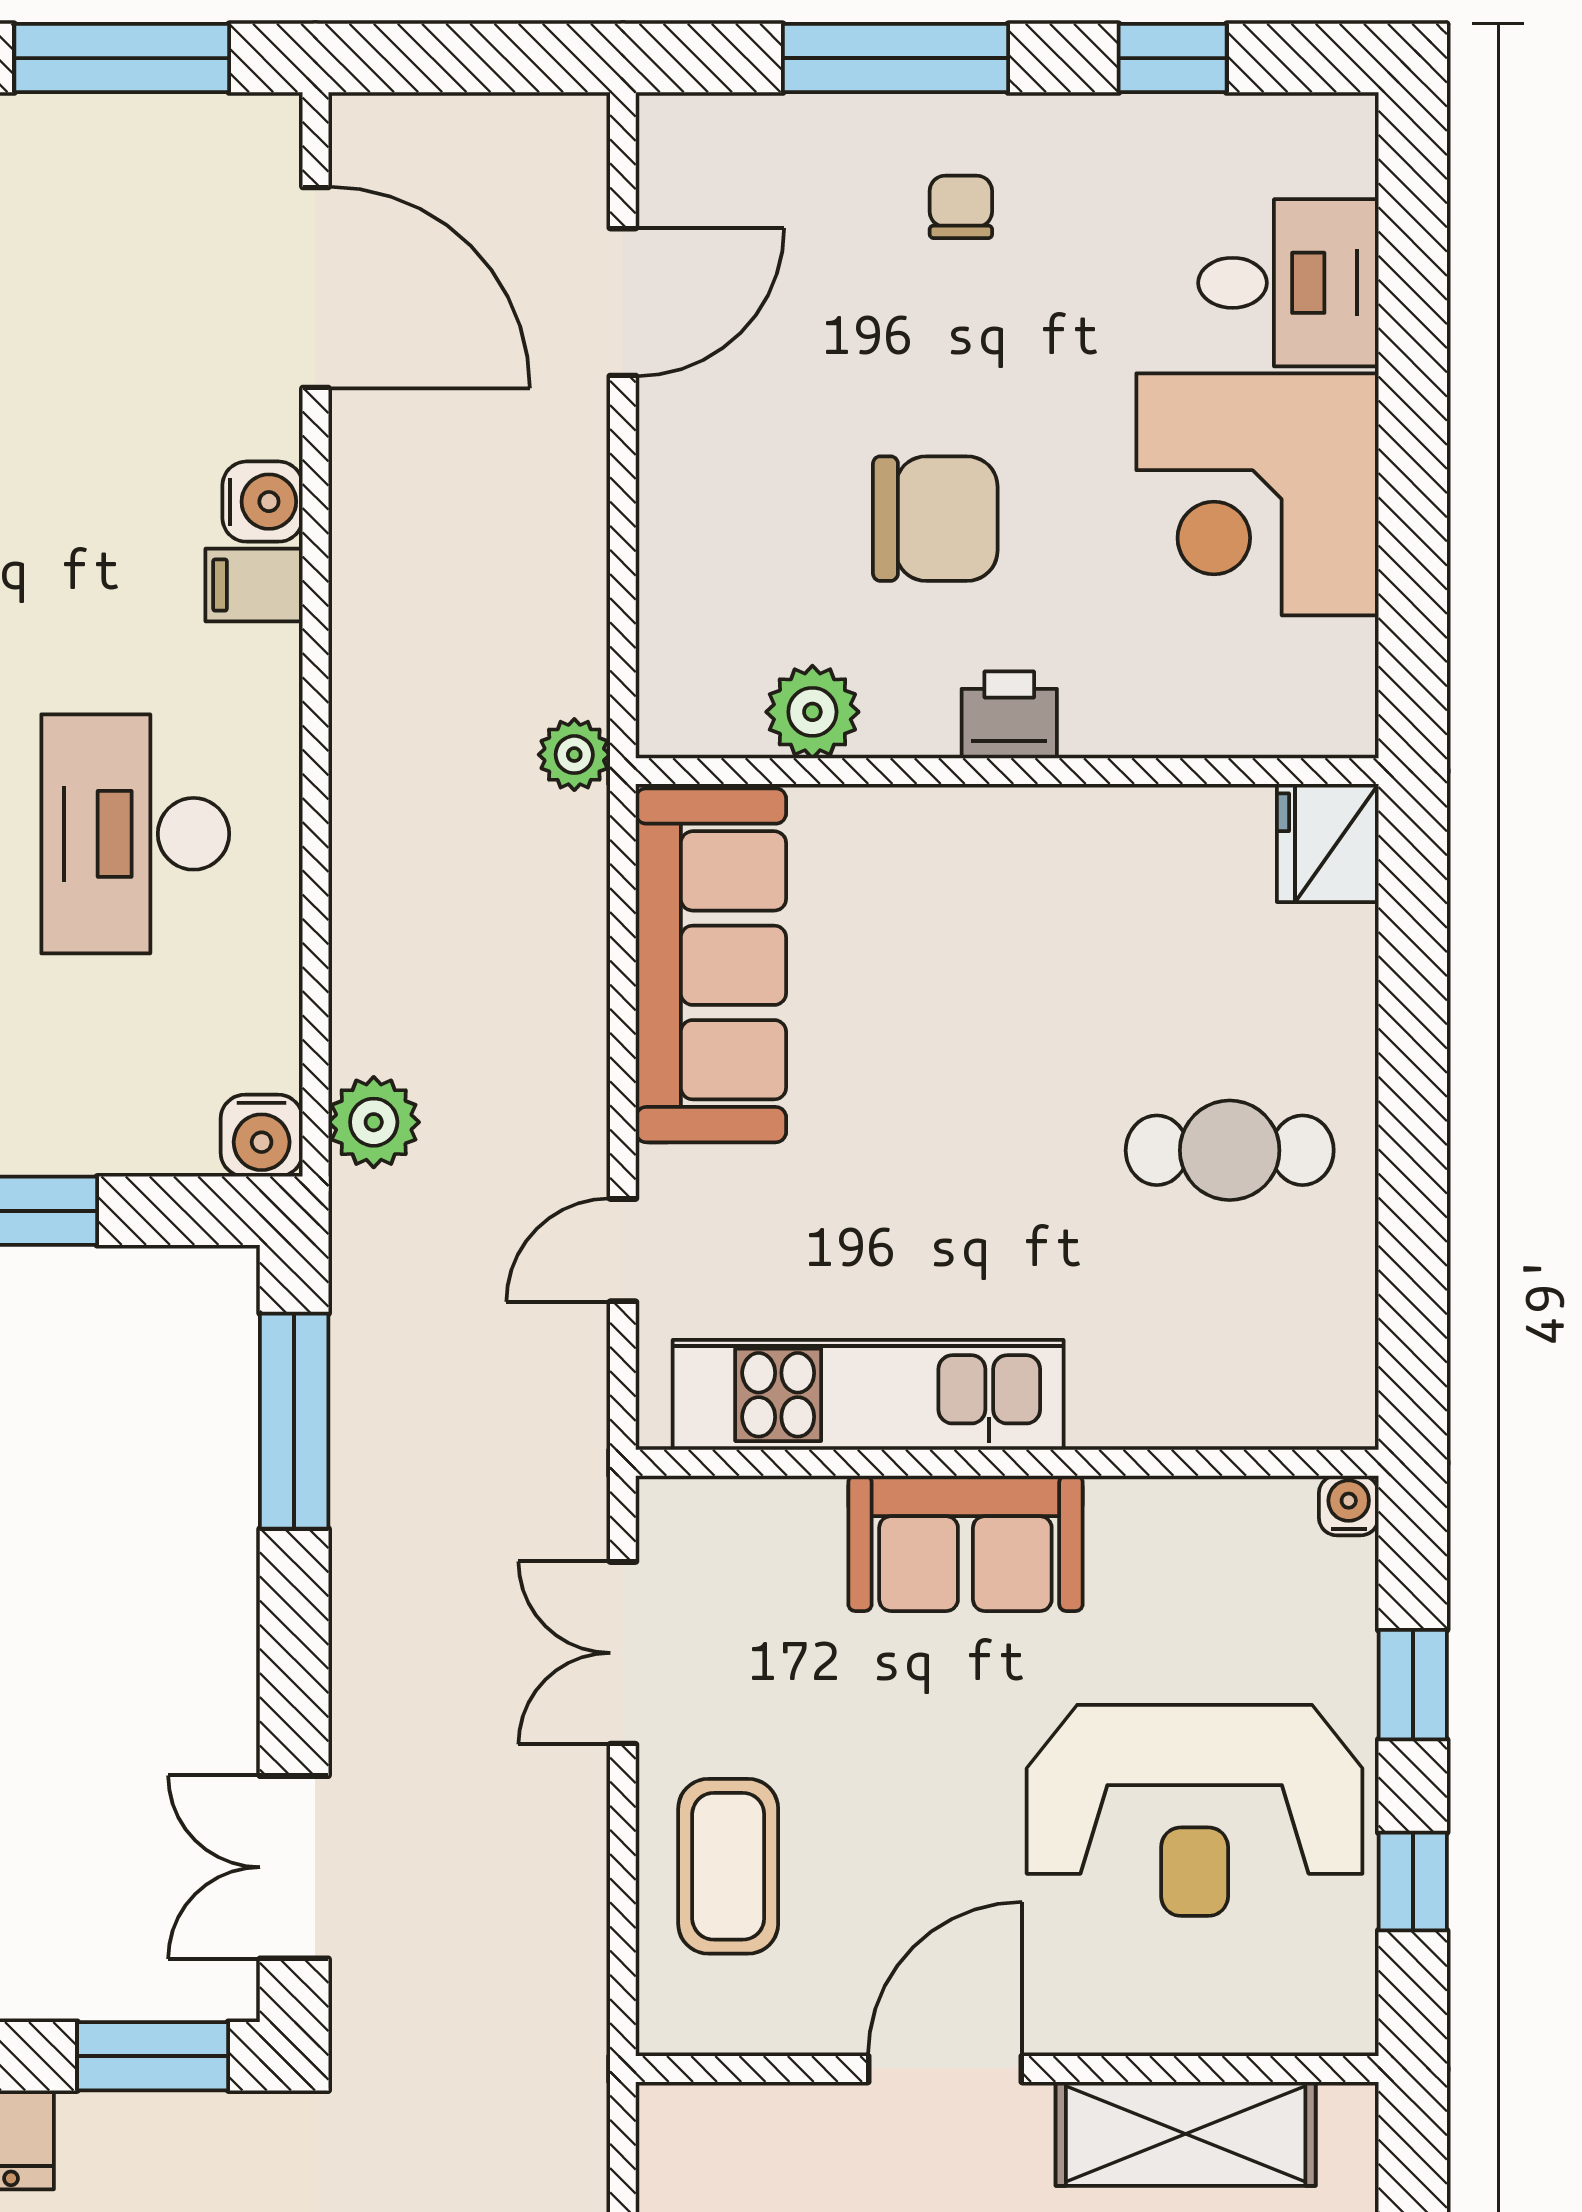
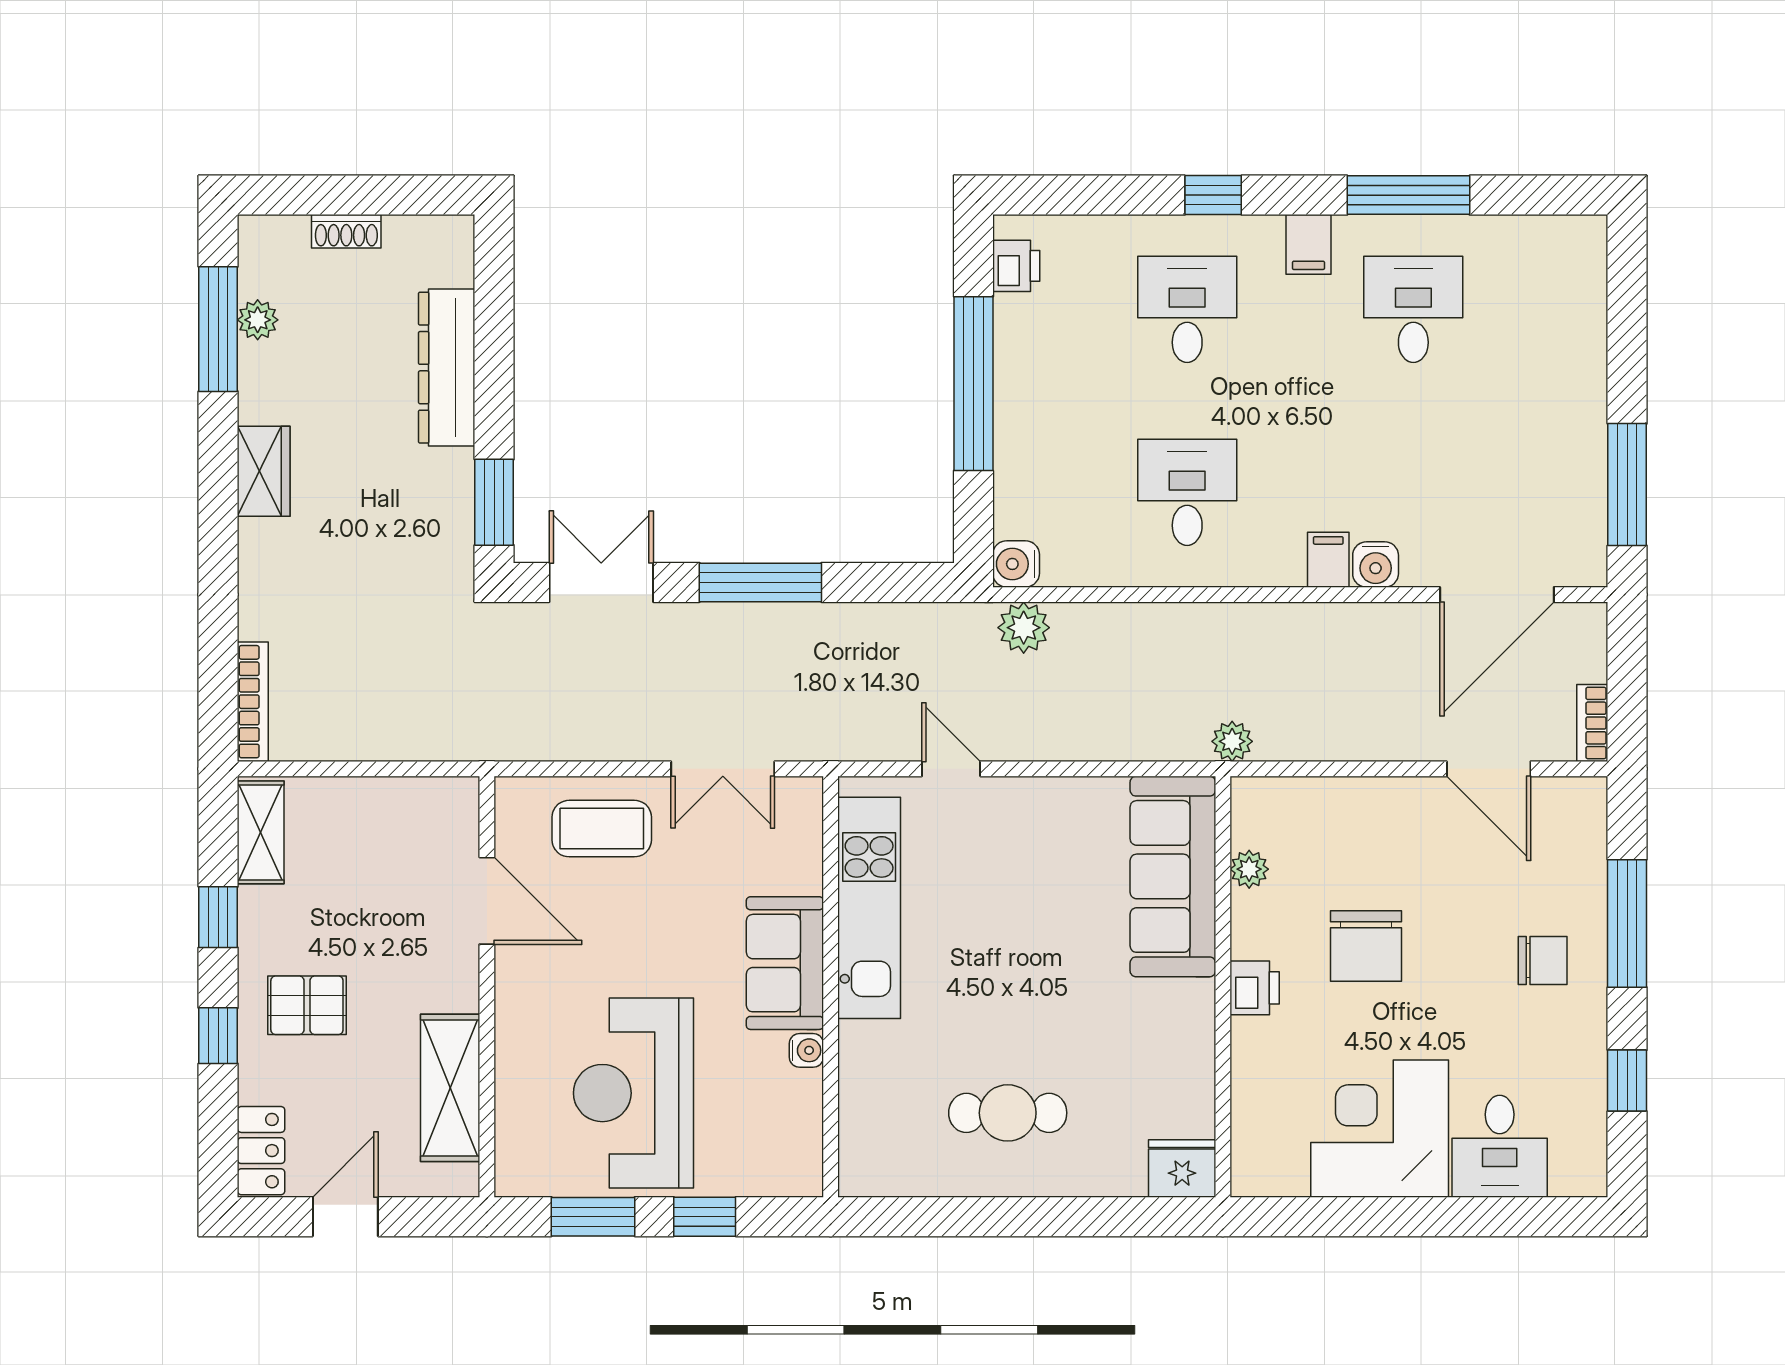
bookcase: (542, 119) -> (1592, 723), added
chair: (961, 207) -> (1543, 961), width x1.37, depth x1.37
plant: (812, 712) -> (1249, 869), width x0.73, depth x0.73
desk: (135, 834) -> (1187, 492), width x0.73
sofa: (711, 965) -> (1173, 876), moved, turned 90
cafe table: (1230, 1150) -> (1008, 1113), turned 90
window: (294, 1421) -> (760, 582), moved
water cooler: (1349, 1505) -> (806, 1050), moved
double door: (623, 1653) -> (723, 769), swing flipped
window: (1413, 1882) -> (593, 1217), width x1.50
door: (945, 2069) -> (487, 901), moved

